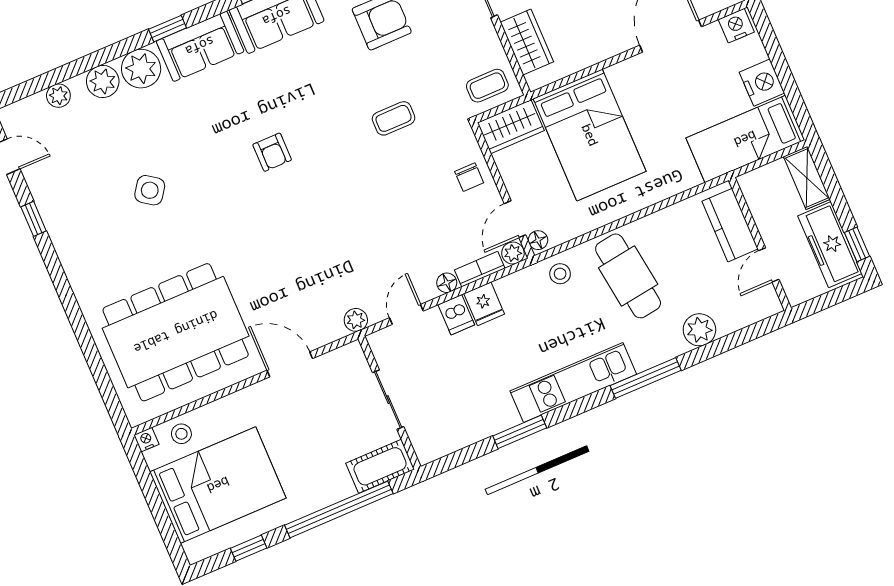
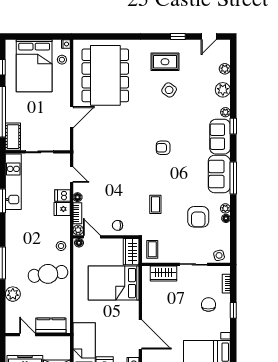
plant: (141, 69) -> (225, 112), width x0.53, depth x0.53
rug: (96, 223) -> (165, 62), added
plant: (356, 320) -> (78, 153), removed
kitchen unit: (573, 383) -> (13, 182), moved

